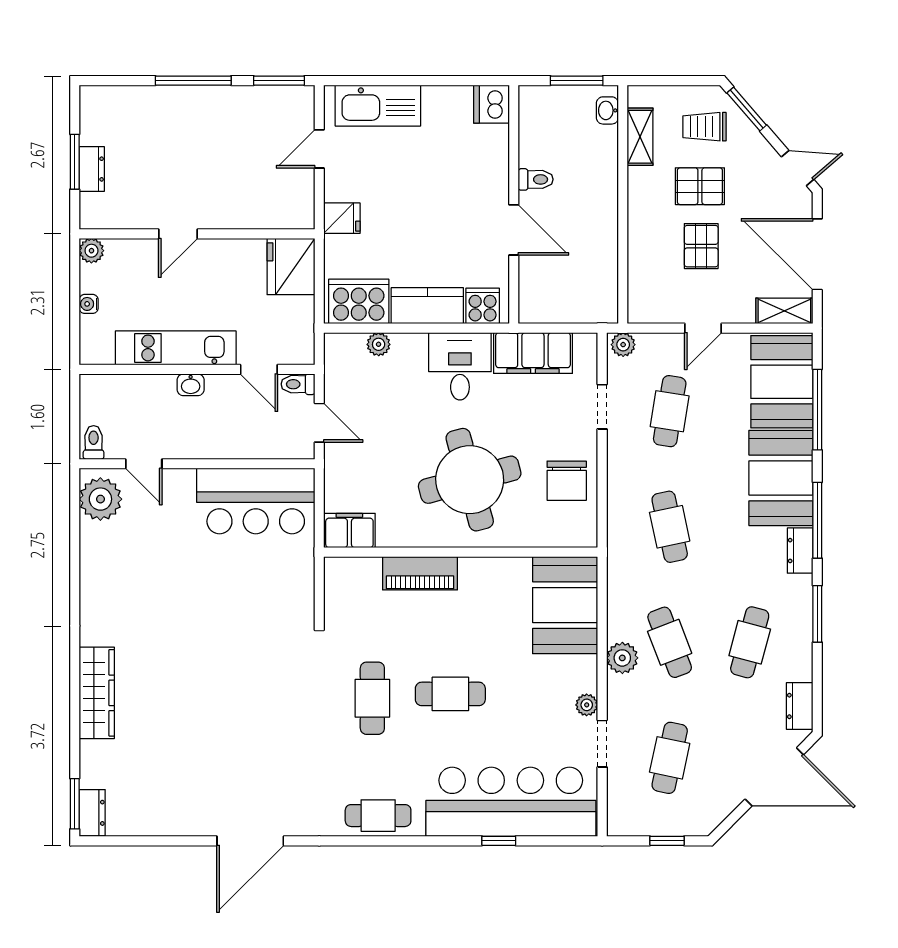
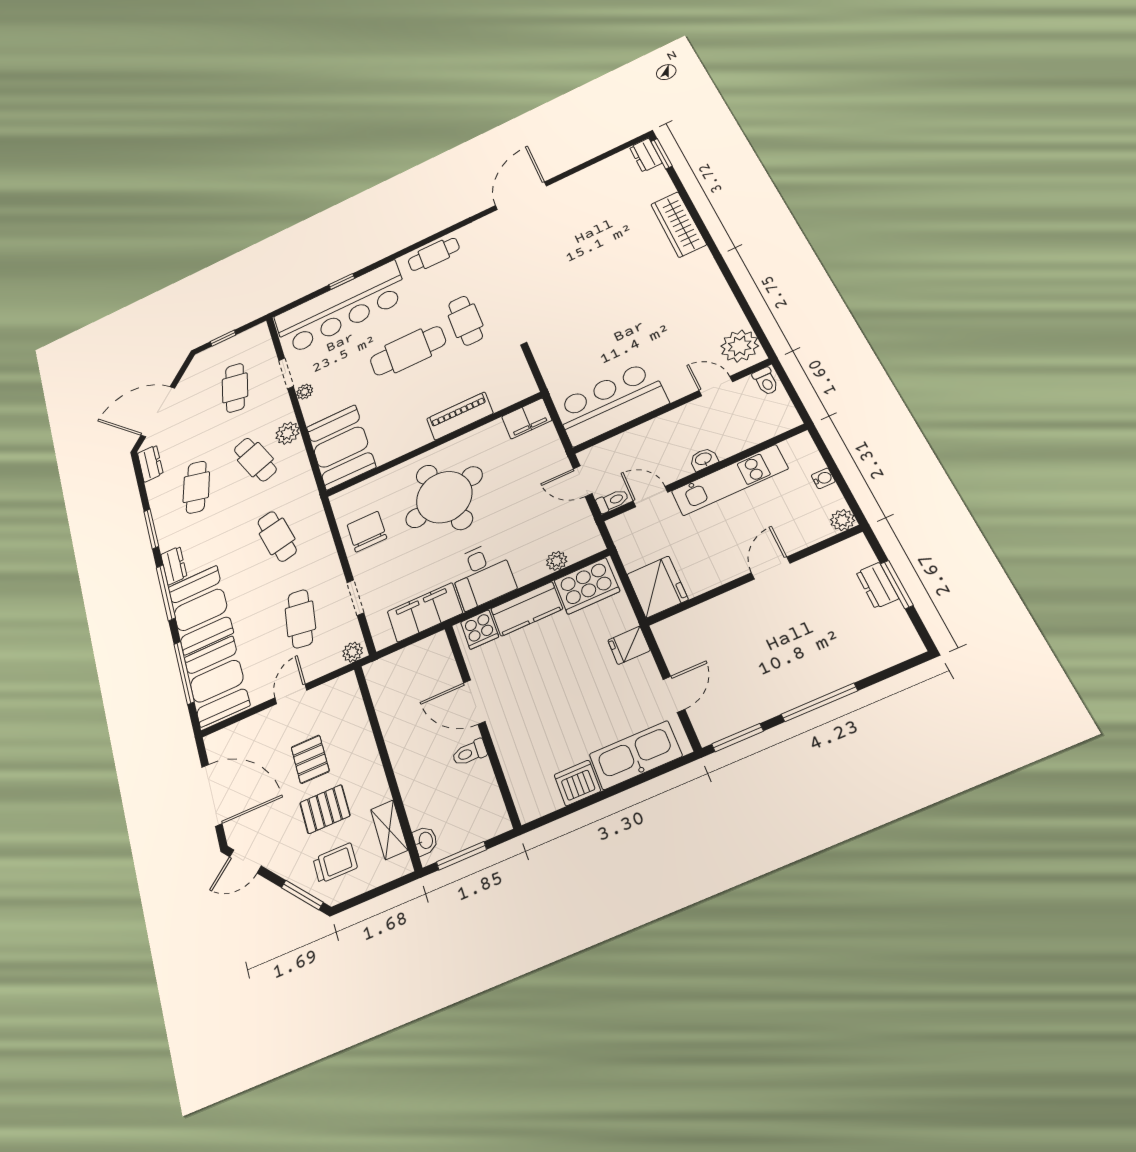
dishwasher: (491, 104) -> (577, 783), moved, turned -90
shelving: (784, 311) -> (228, 737), removed
cafe table: (450, 694) -> (408, 351), width x1.37, depth x1.35

